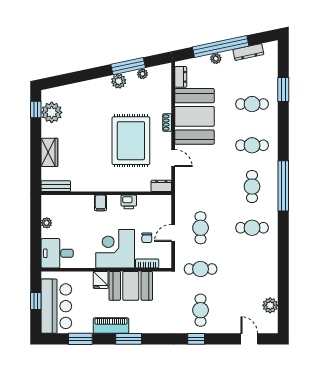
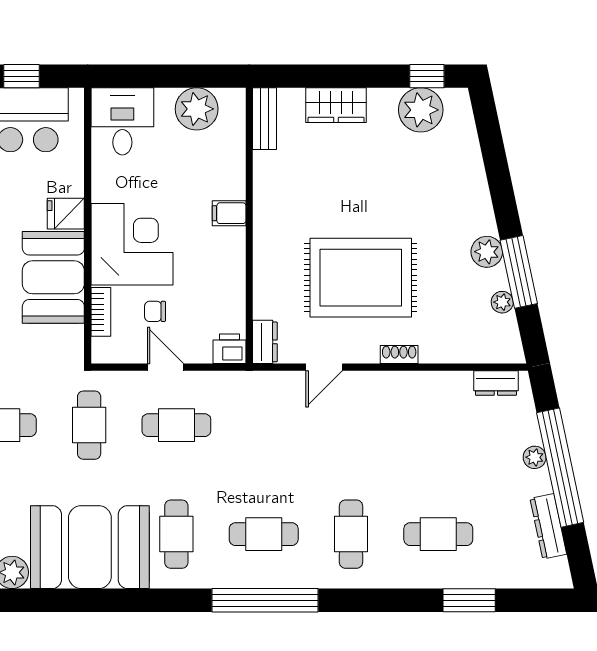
cafe table: (252, 104) -> (438, 534), turned 90
booth: (194, 116) -> (90, 547), moved
printer: (129, 202) -> (230, 349), moved, turned 90
plant: (47, 223) -> (197, 109), width x1.88, depth x1.88

